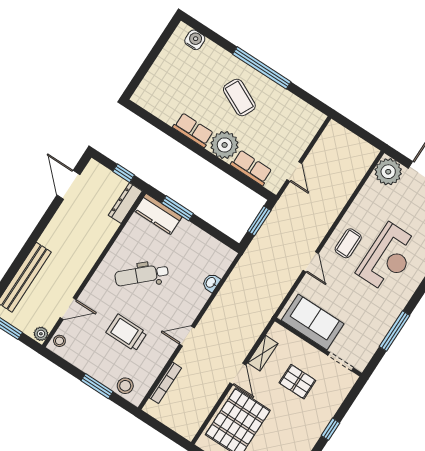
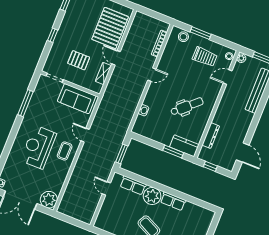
dresser: (125, 203) -> (211, 136), moved
trolley: (127, 333) -> (205, 57), moved

